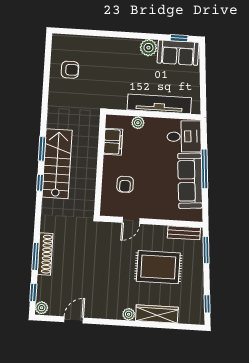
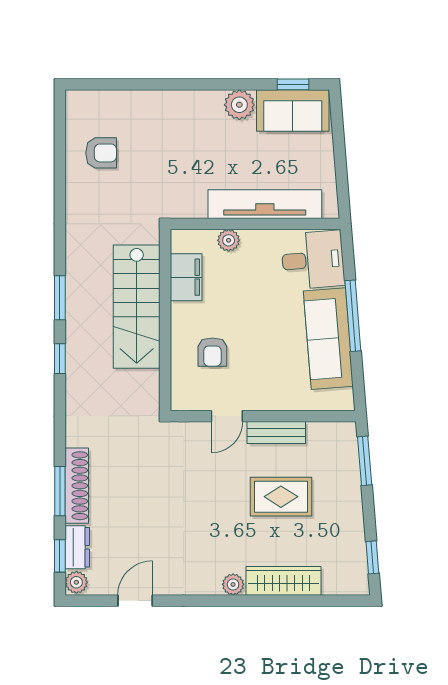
stairs: (57, 164) -> (137, 307), moved, turned 180
bench: (184, 233) -> (276, 433), moved
rug: (158, 267) -> (281, 497), width x0.73, depth x0.70
dresser: (43, 288) -> (77, 547), added

